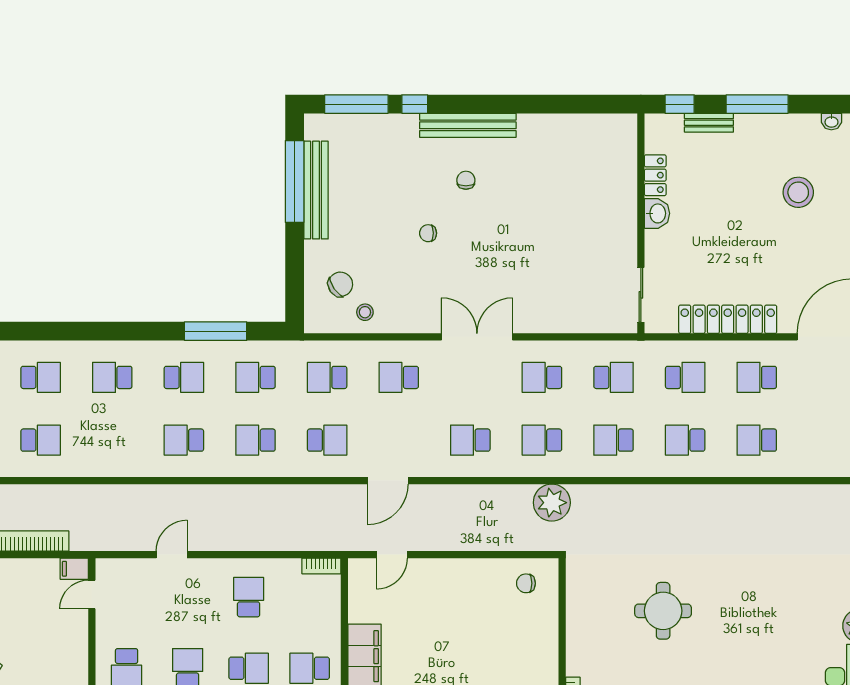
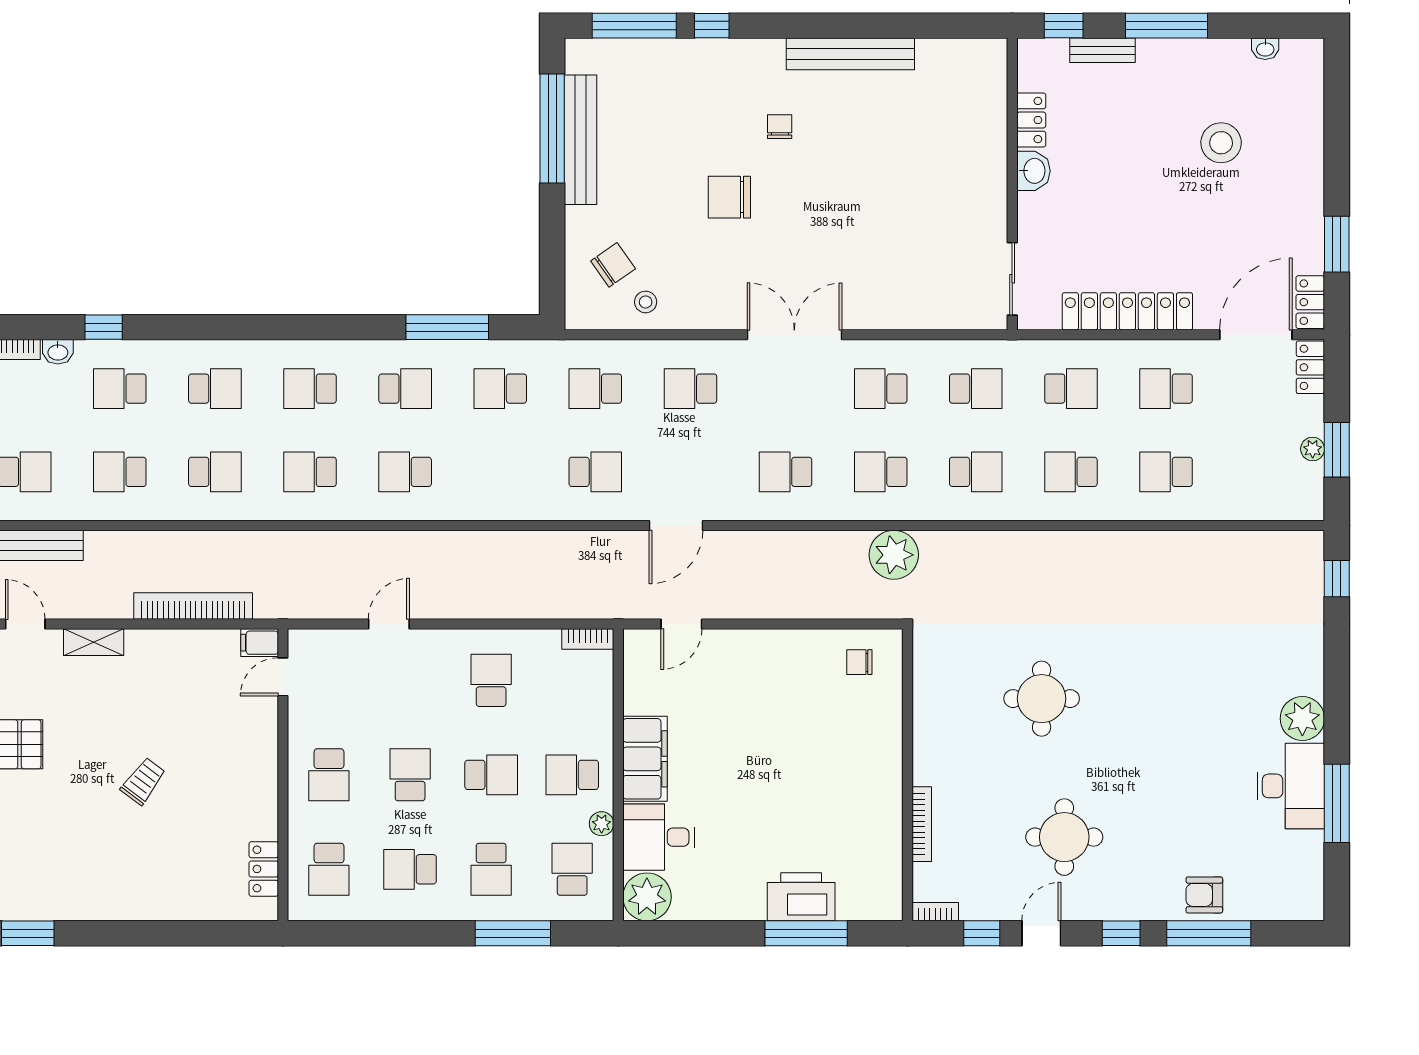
bench: (468, 125) -> (850, 54), moved
chair: (428, 233) -> (729, 197), width x1.87, depth x1.87
school desk: (255, 440) -> (310, 472), moved
school desk: (614, 440) -> (976, 472), turned 180

